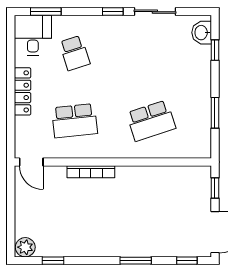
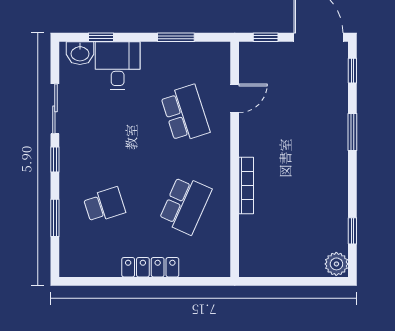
window: (46, 12) -> (55, 218), moved
desk: (33, 35) -> (118, 65), moved, turned 90
school desk: (75, 121) -> (185, 205), turned 30
door: (31, 162) -> (235, 98), moved

